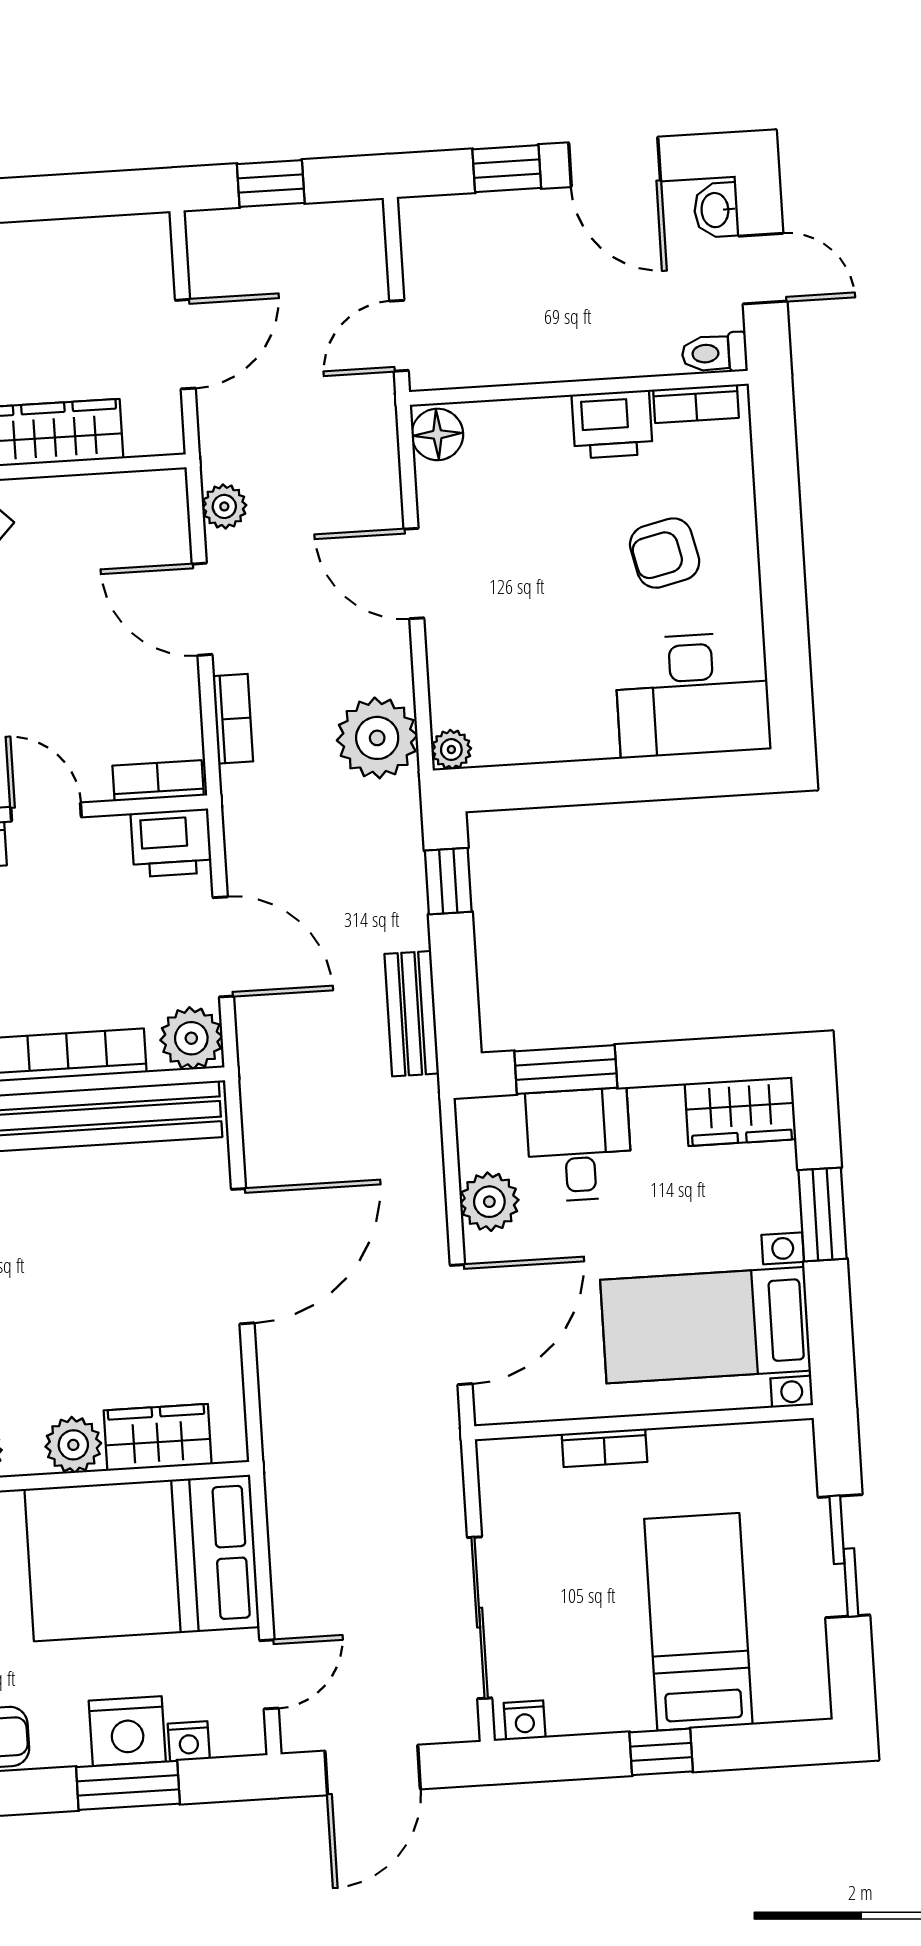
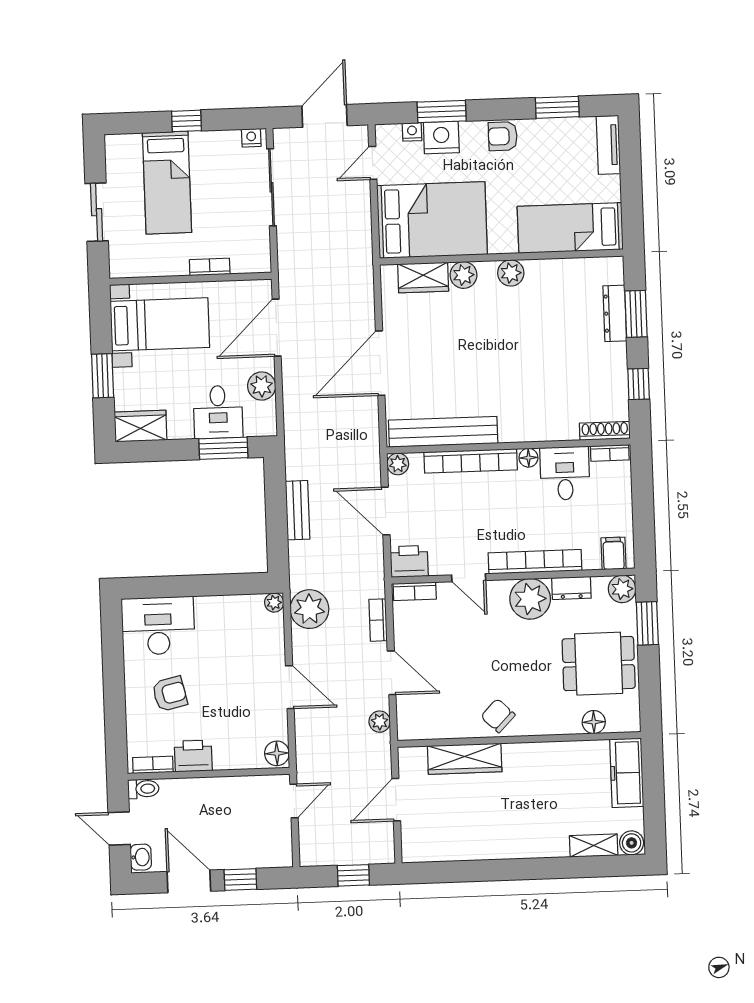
window: (448, 881) -> (277, 540), removed
bench: (412, 1014) -> (298, 510), moved
plant: (191, 1038) -> (398, 464), width x0.73, depth x0.73

